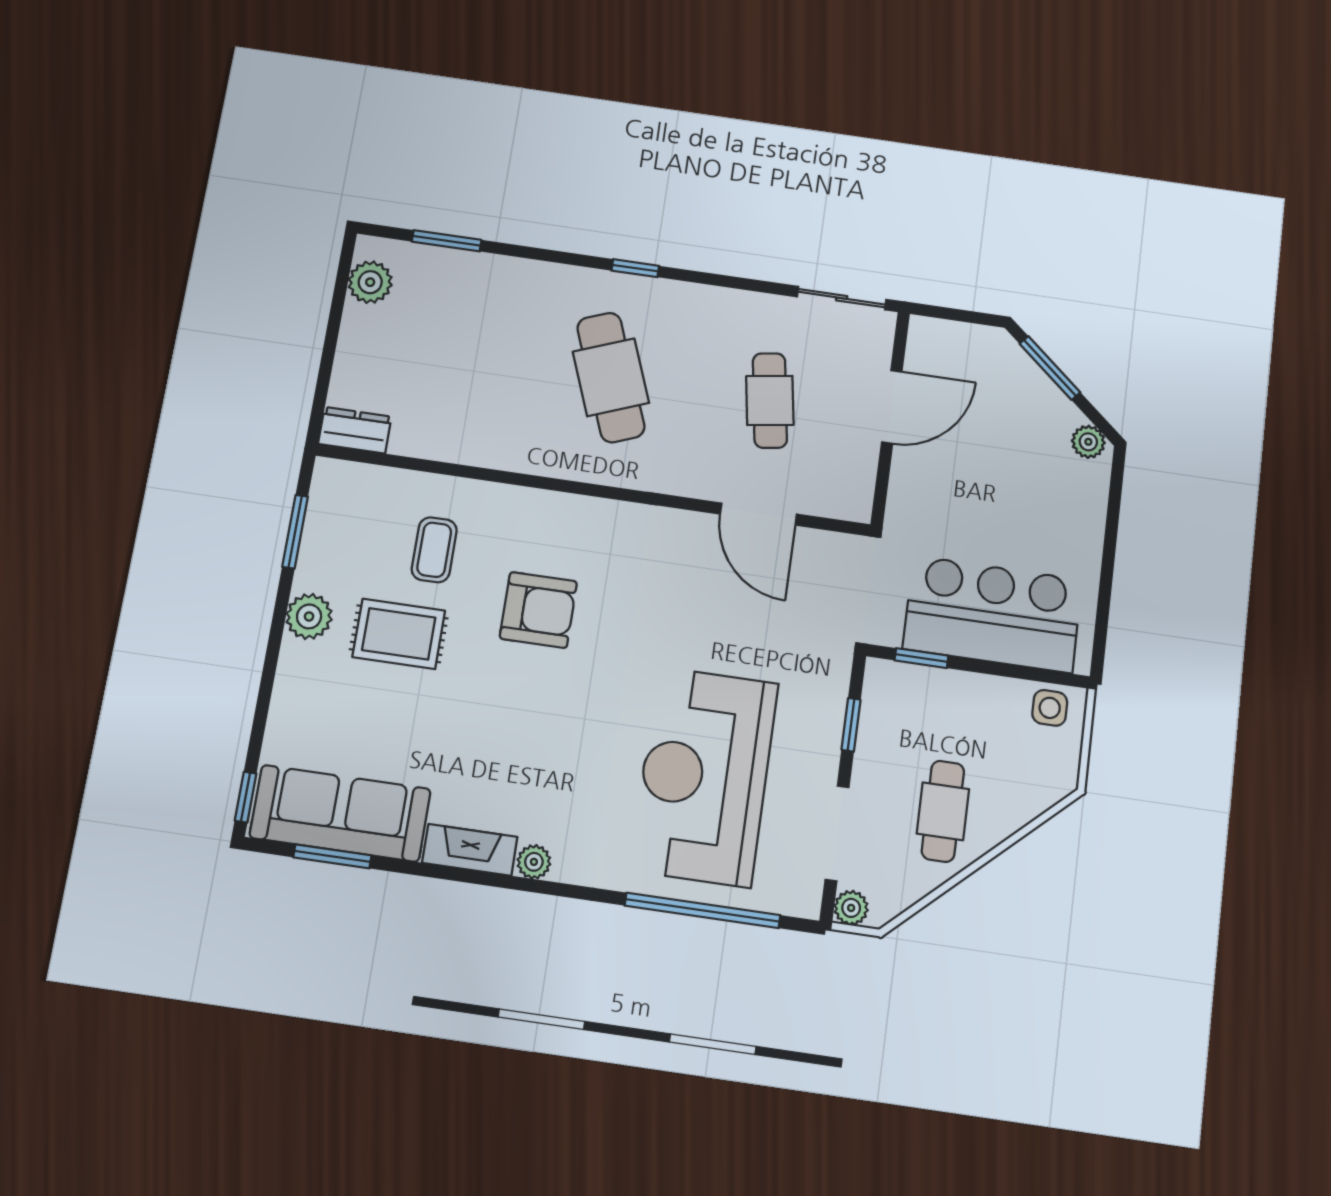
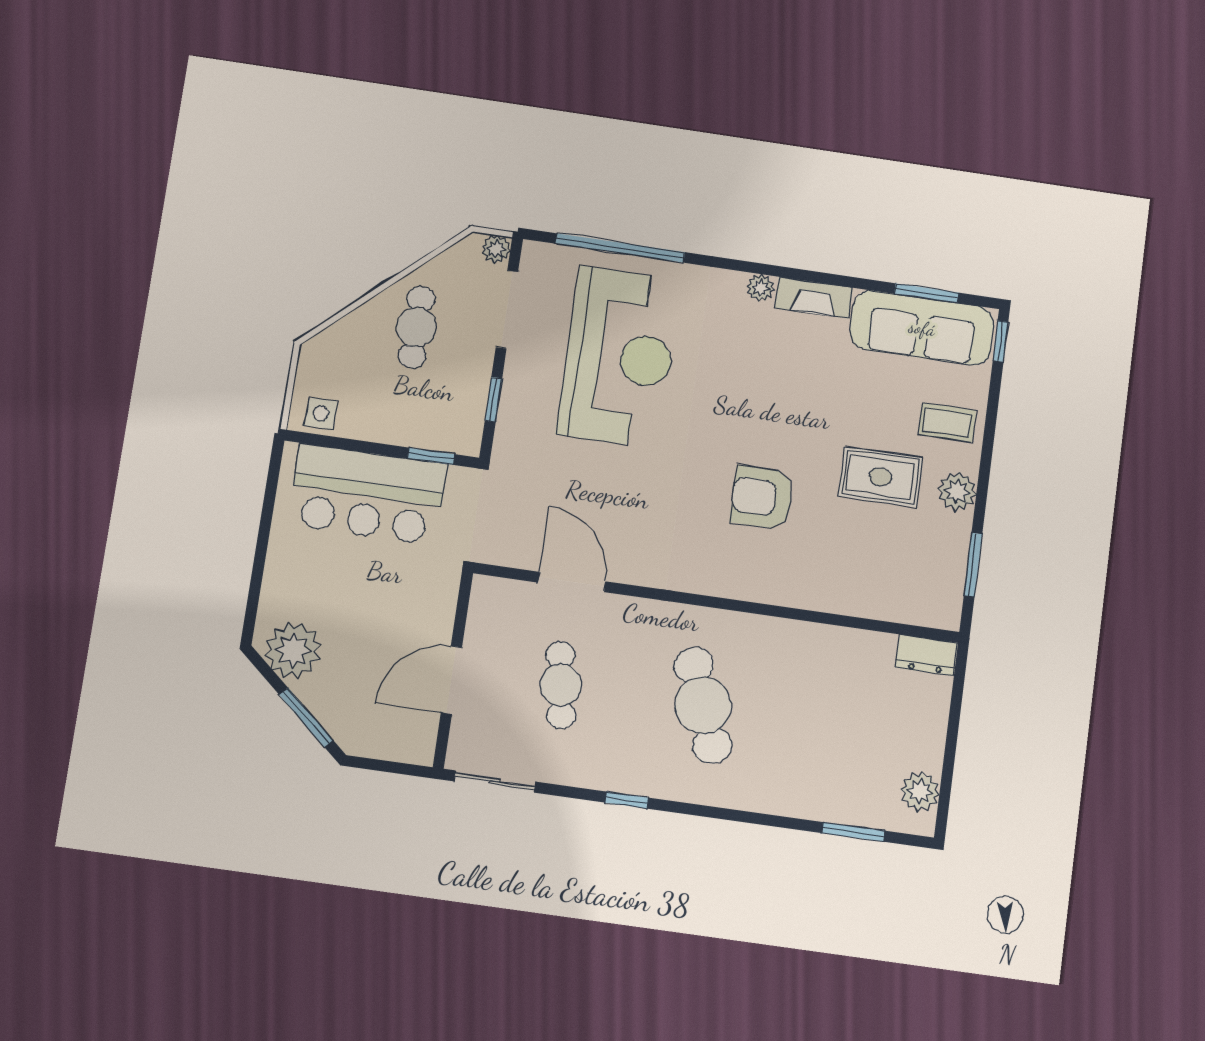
window: (635, 268) -> (627, 800), moved
plant: (1088, 442) -> (293, 650), width x1.88, depth x1.88
coffee table: (434, 550) -> (947, 423), moved, turned 90

